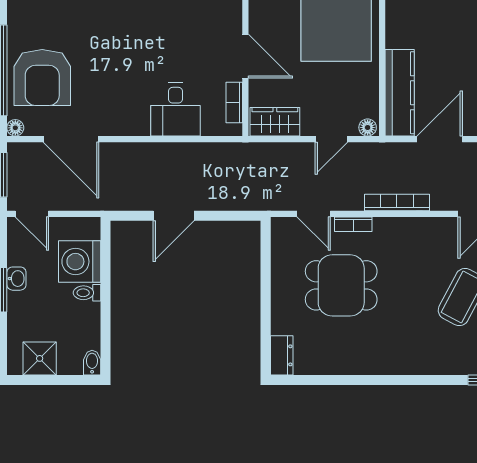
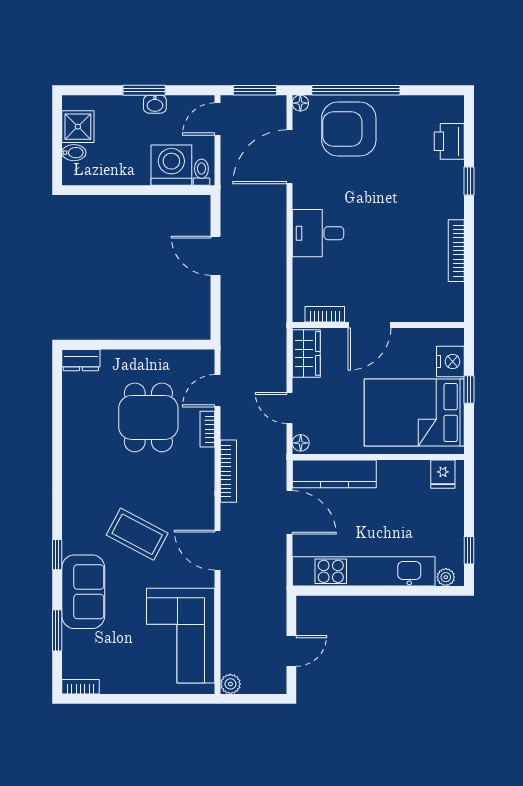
desk: (176, 110) -> (318, 233), moved
toilet: (87, 293) -> (201, 172), moved
bidet: (92, 363) -> (74, 153), moved

